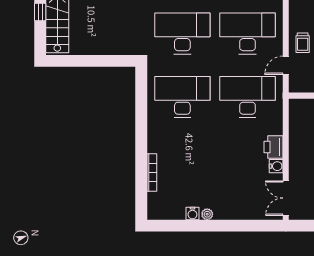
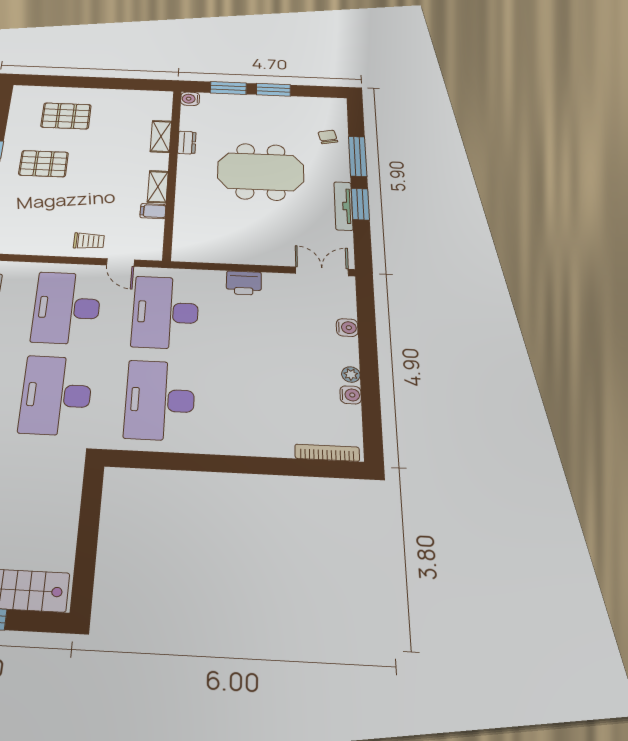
water cooler: (276, 166) -> (347, 328), moved, turned 90
bookcase: (152, 172) -> (327, 453), moved
double door: (286, 198) -> (322, 271), swing flipped

